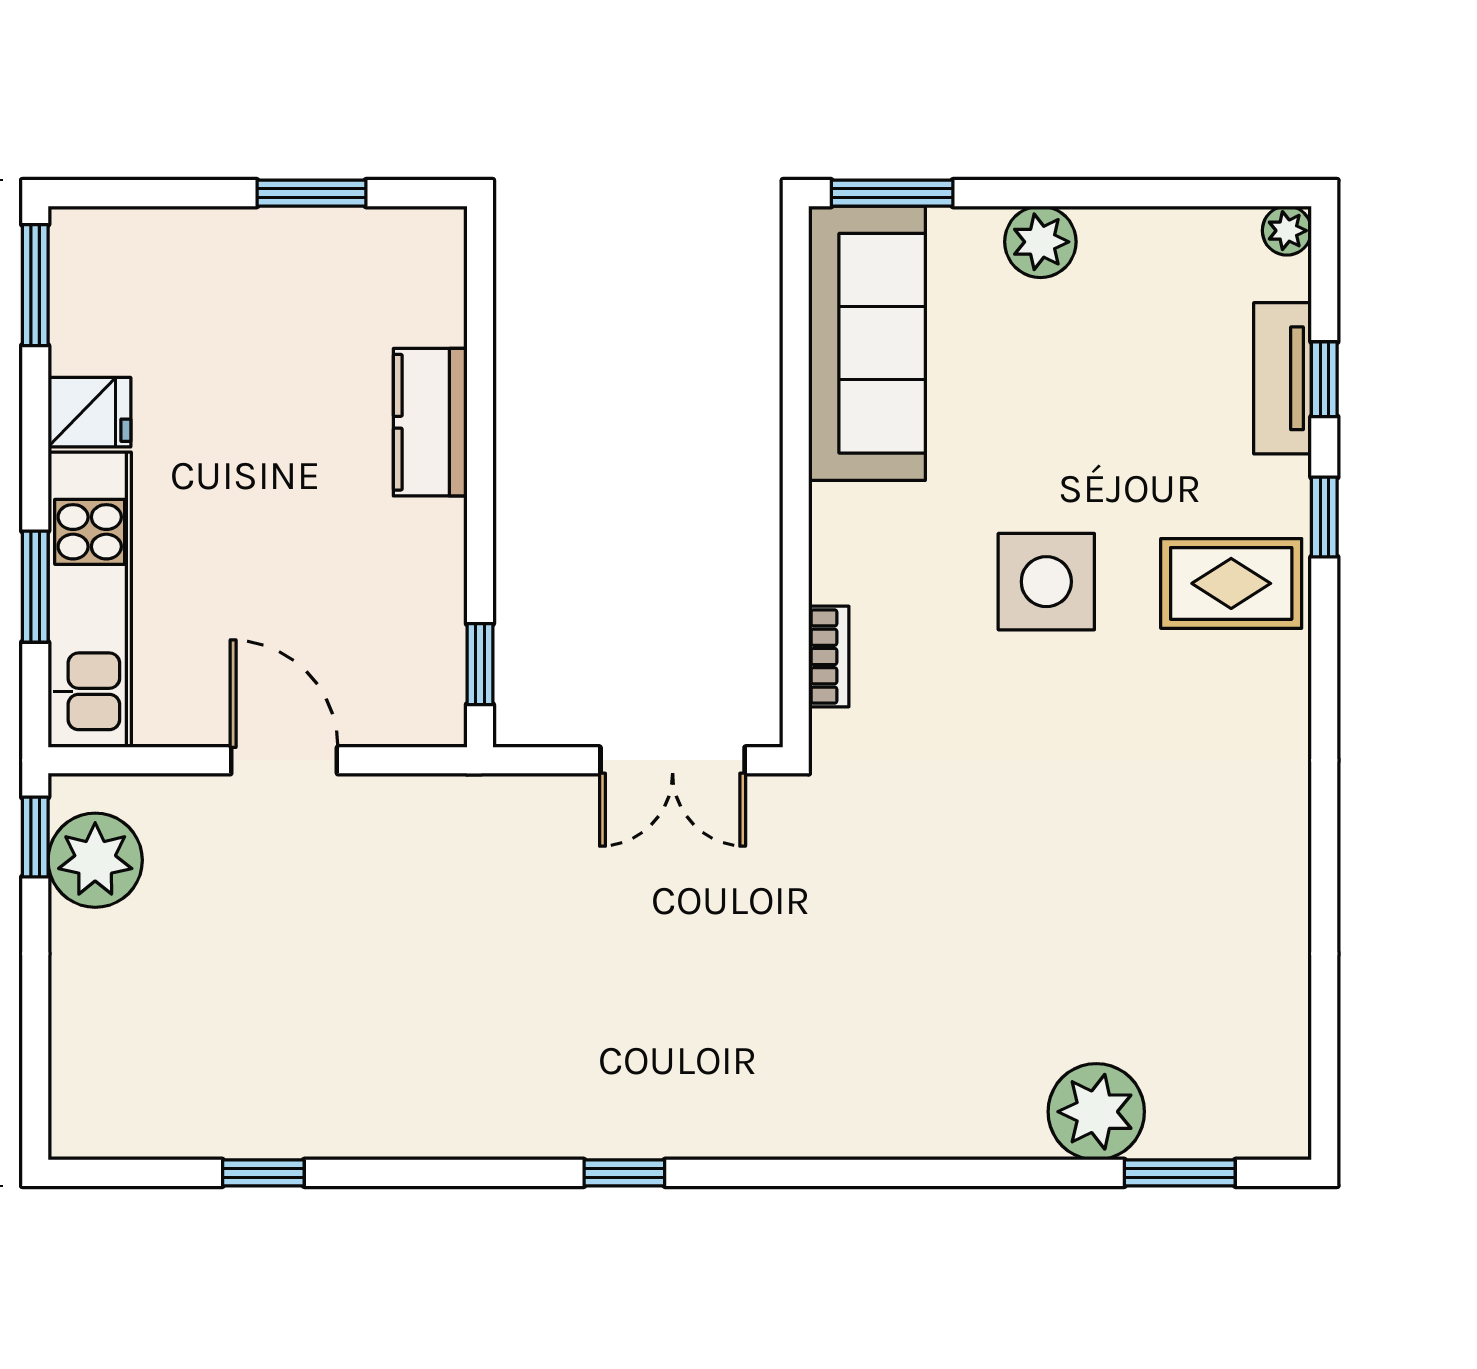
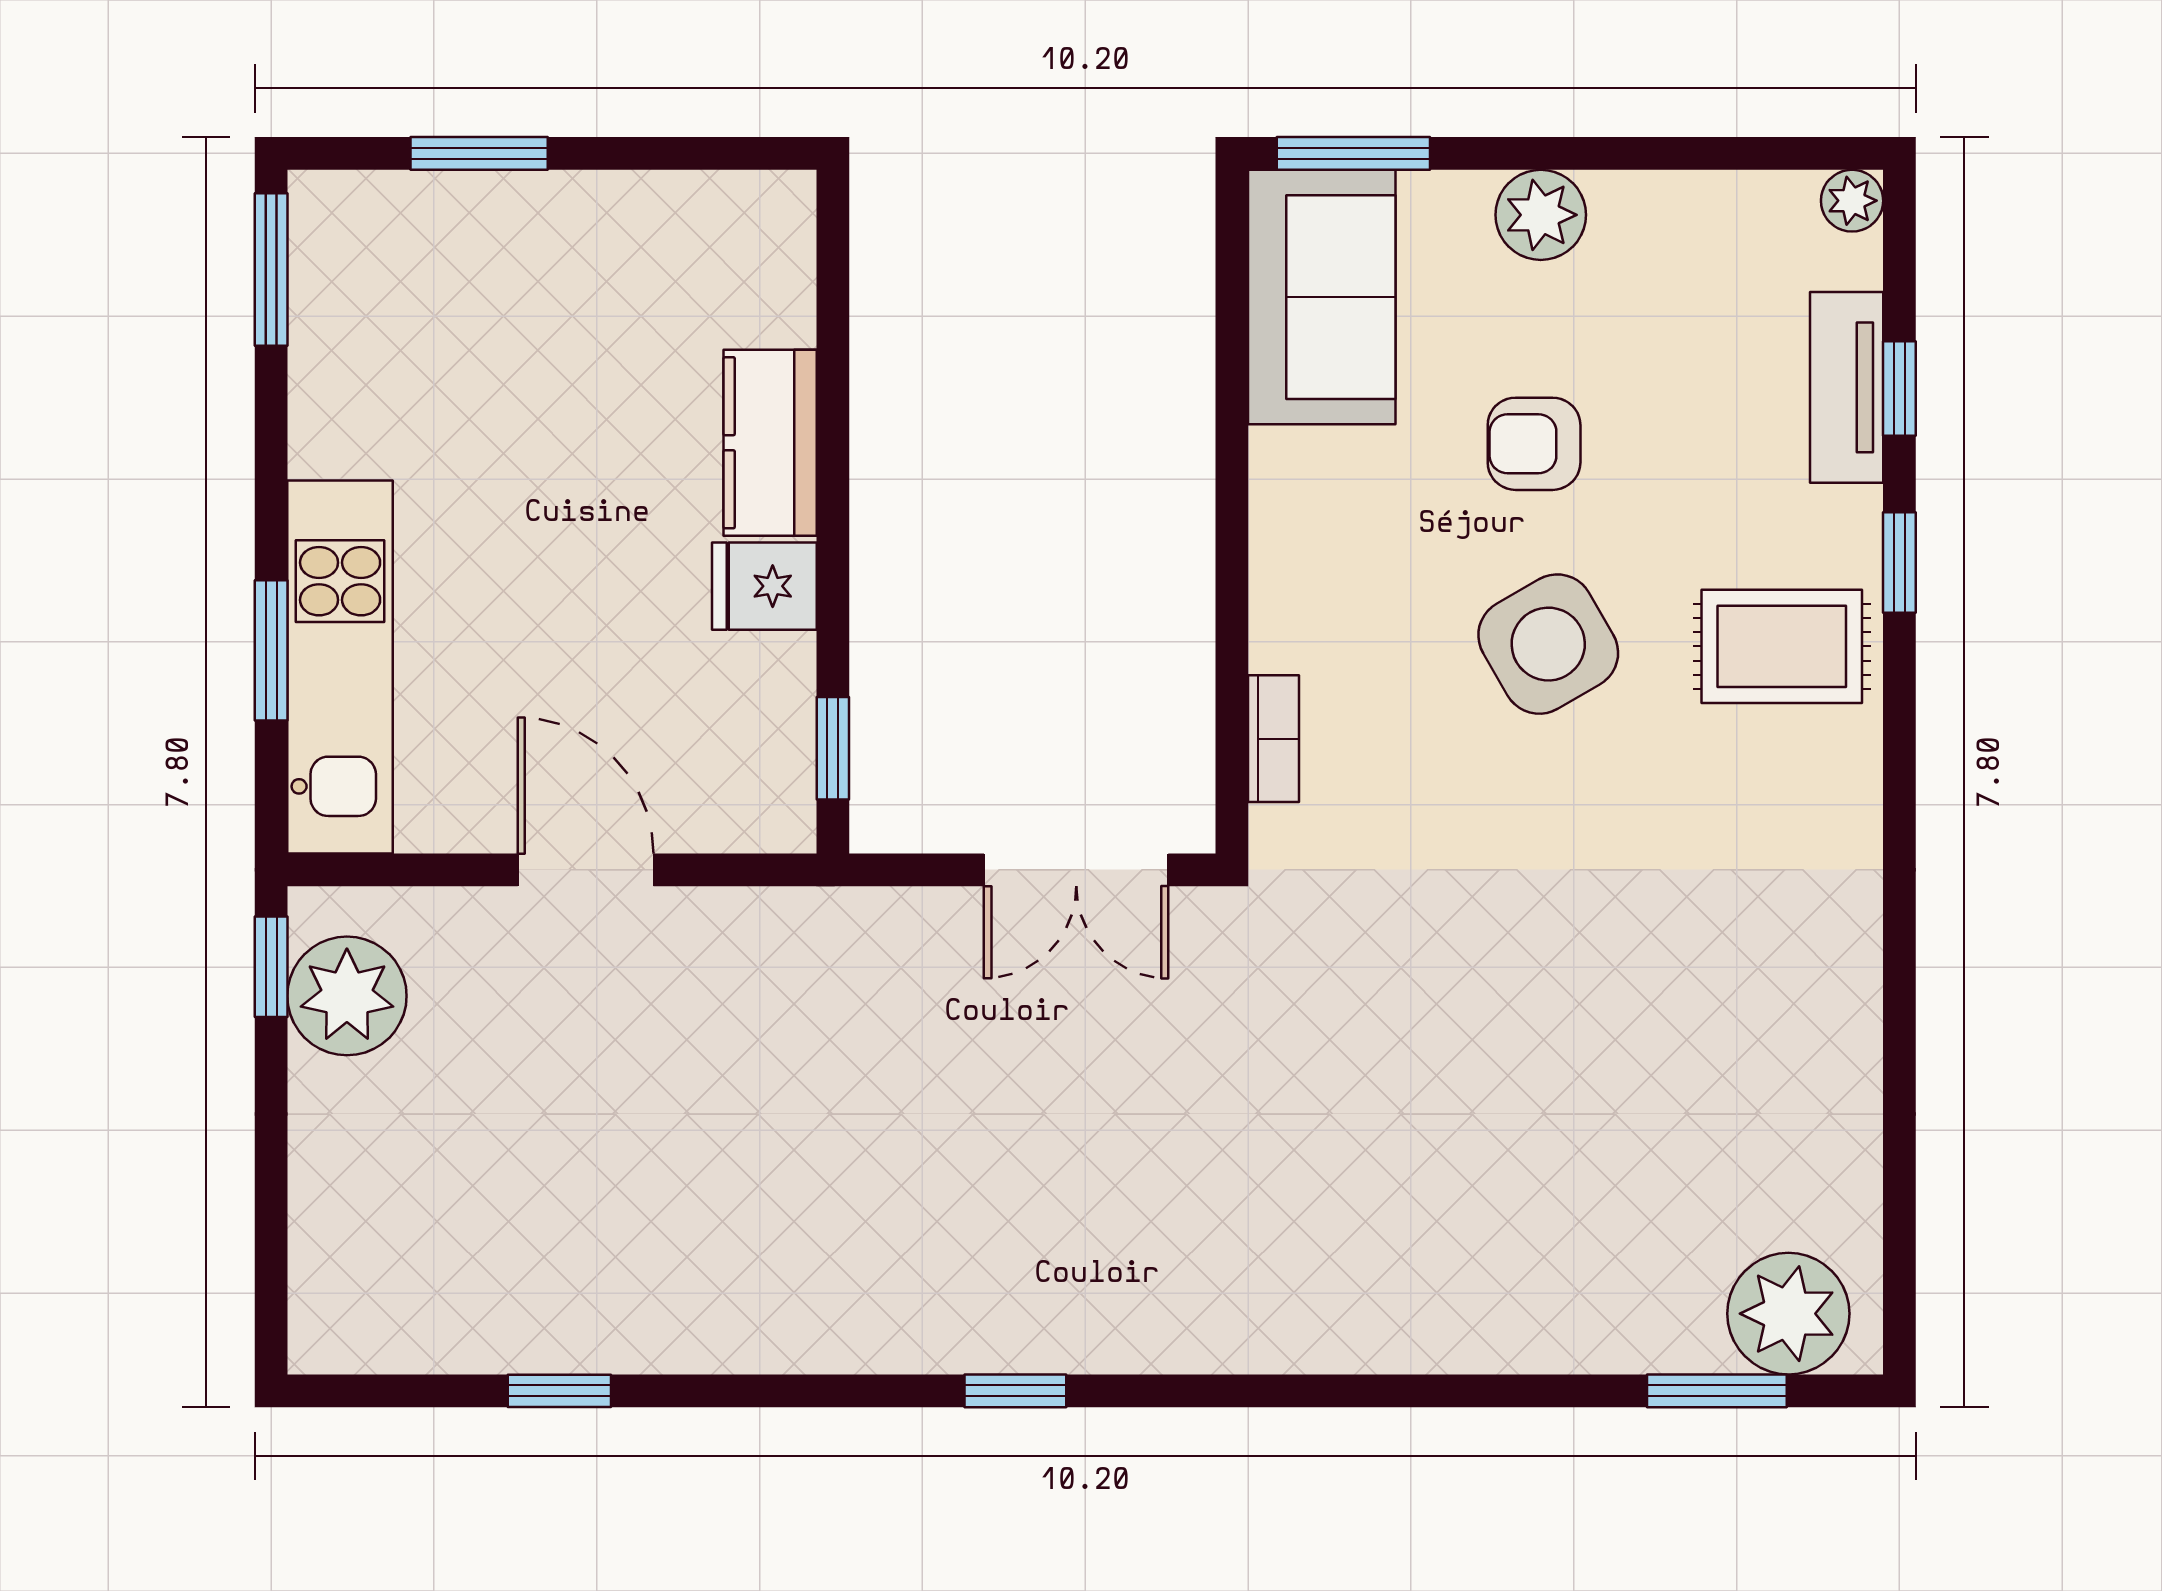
window: (311, 193) -> (479, 153), moved
sofa: (867, 343) -> (1322, 297), width x0.73
fridge: (89, 412) -> (764, 586), moved, turned 180
armchair: (1035, 423) -> (1534, 444), added
side table: (1046, 582) -> (1548, 644), turned -30
plant: (1096, 1112) -> (1788, 1314), moved

